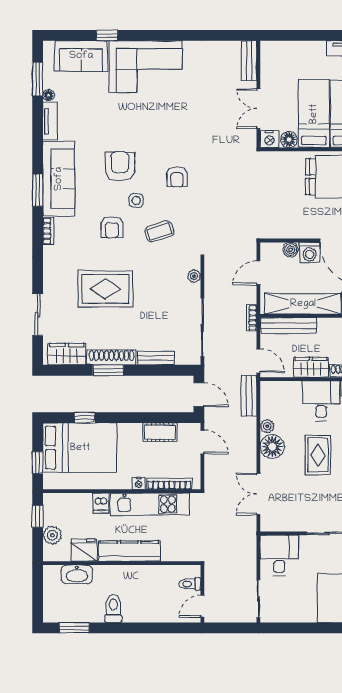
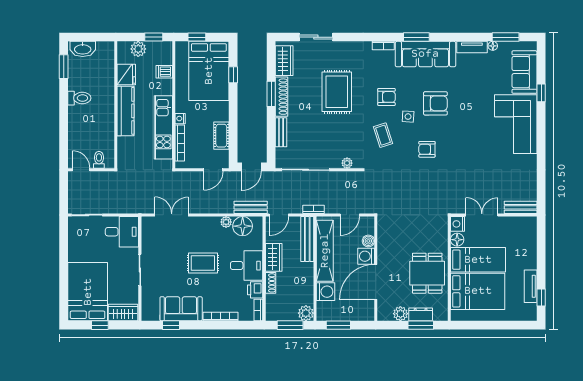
armchair: (112, 227) -> (386, 97), turned 180
door: (258, 273) -> (350, 215), swing flipped
floor lamp: (272, 447) -> (243, 226), moved
dishwasher: (101, 503) -> (164, 72), moved
washbasin: (77, 574) -> (83, 49), moved, turned -90

